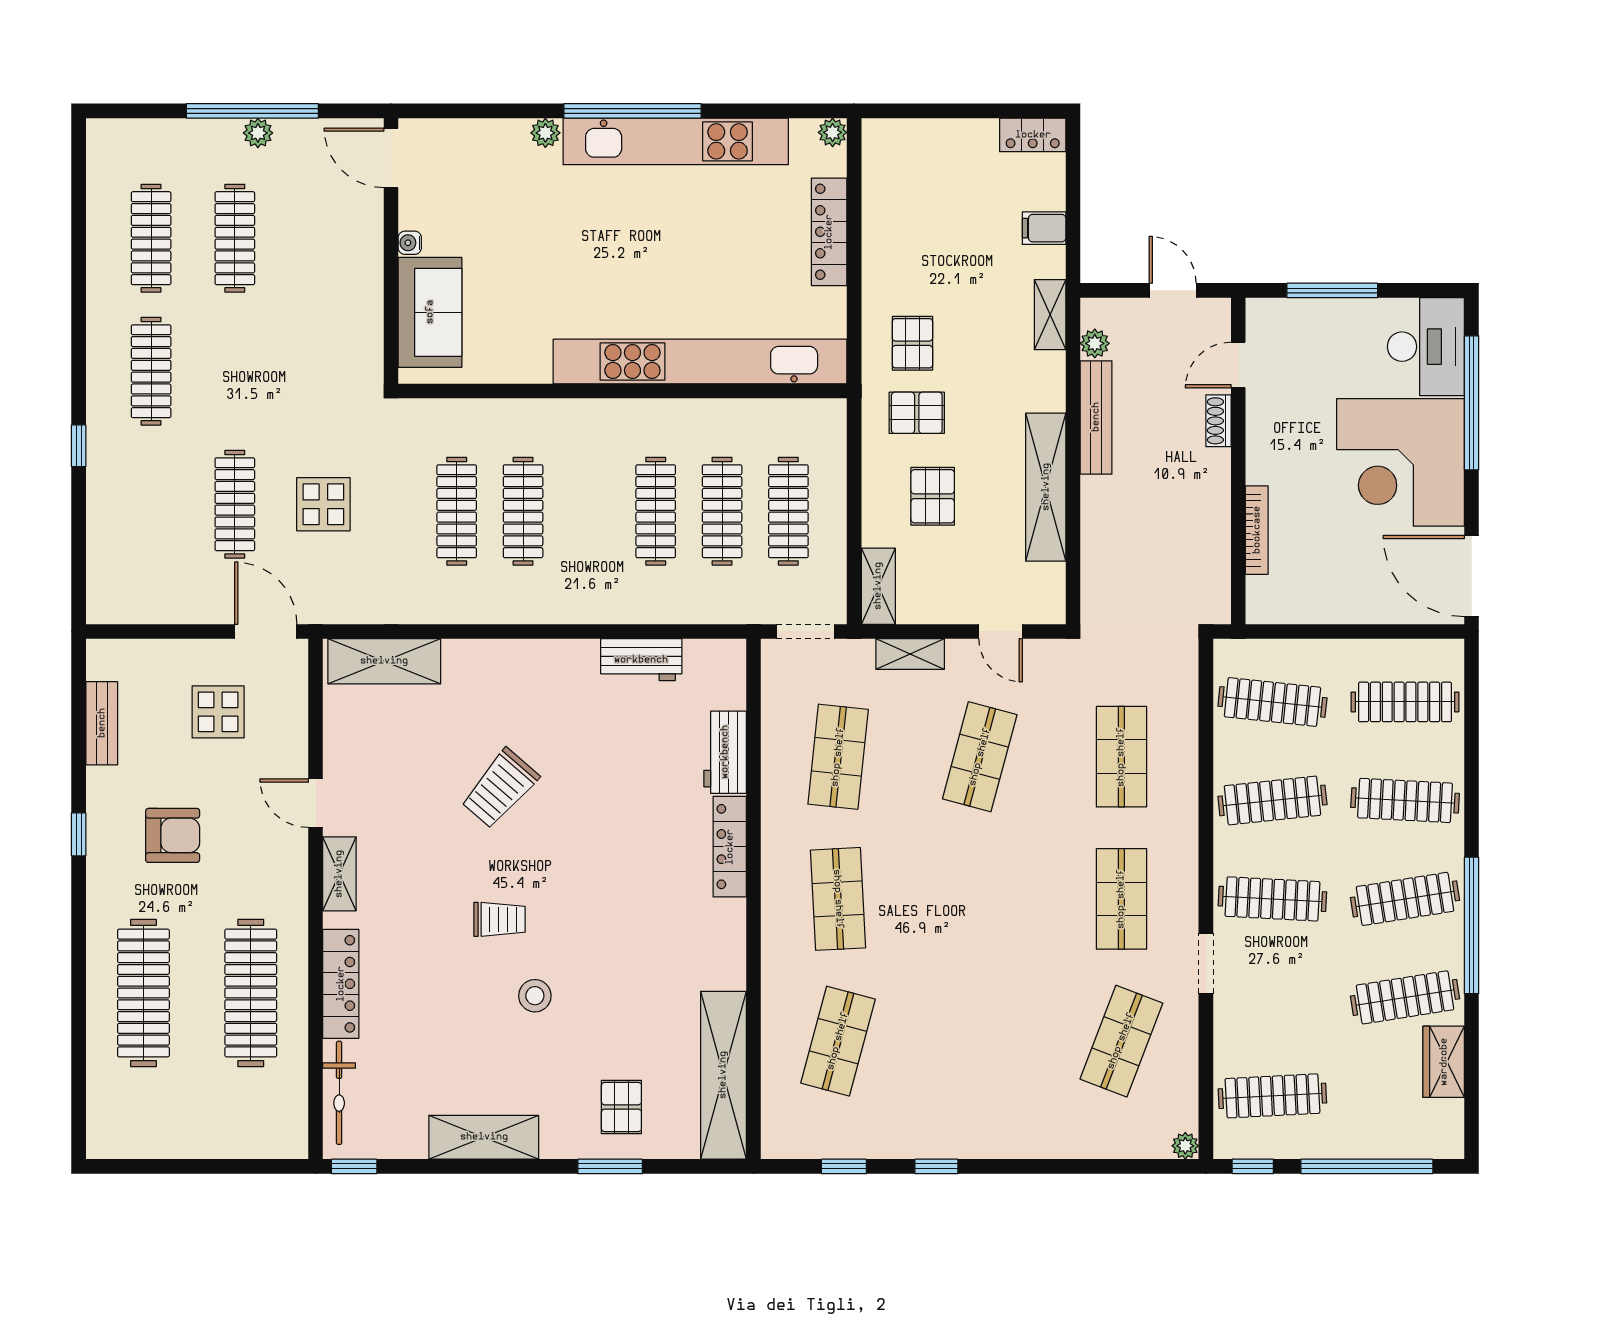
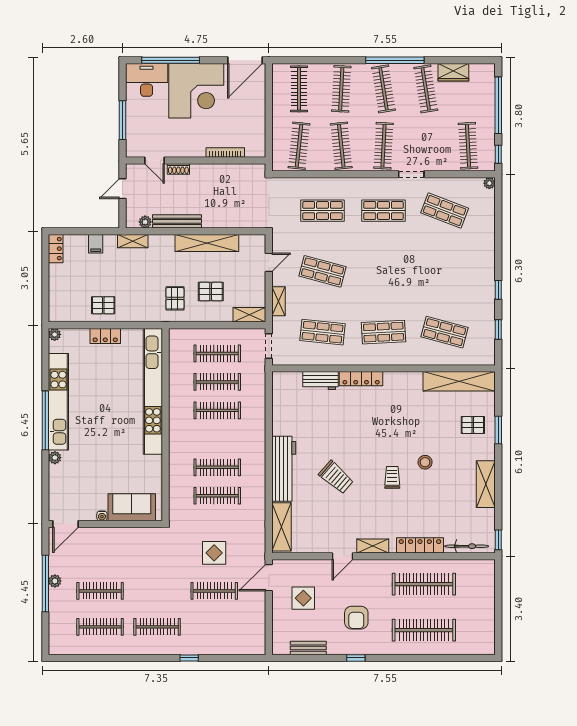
locker: (829, 232) -> (105, 336), width x0.66
pallet: (912, 343) -> (103, 305), moved
workbench: (641, 660) -> (284, 469), moved, width x1.88, depth x1.32
armchair: (173, 835) -> (356, 618), turned 180

